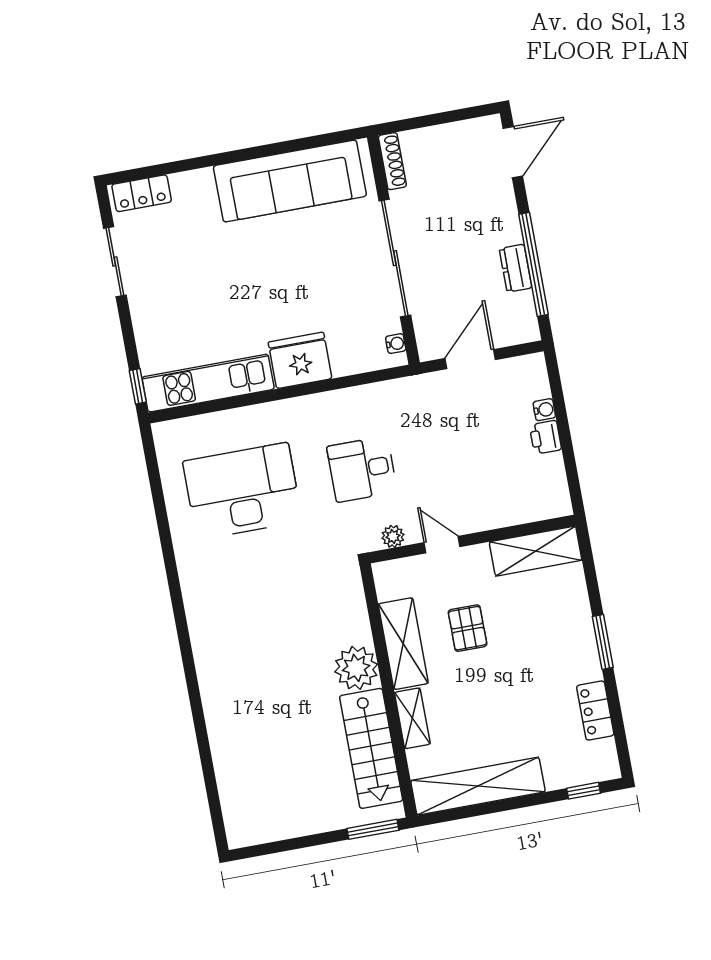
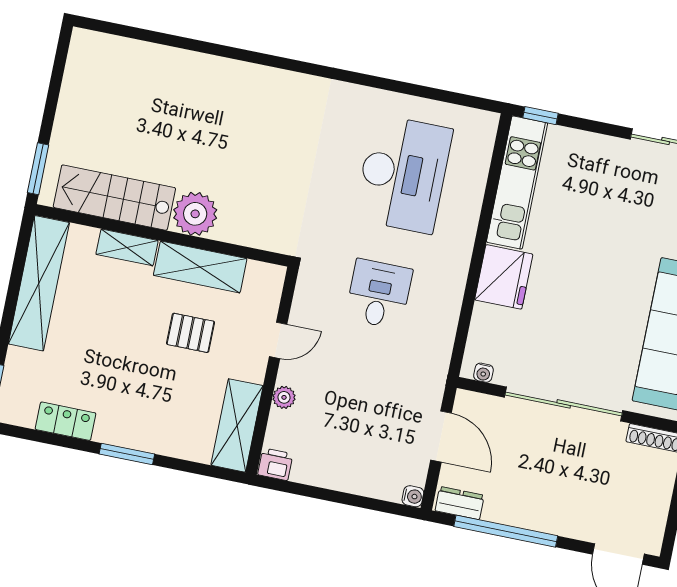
dresser: (516, 268) -> (460, 503), moved
water cooler: (544, 410) -> (413, 496), moved, turned -90
printer: (545, 437) -> (275, 464), moved
plant: (393, 536) -> (284, 397), moved

